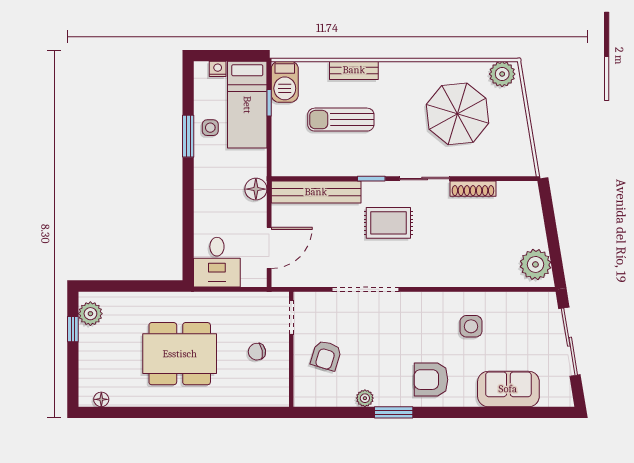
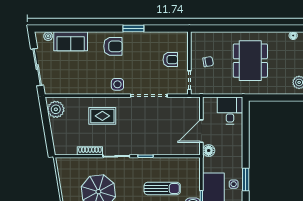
bench: (316, 192) -> (176, 149), removed
rug: (388, 223) -> (102, 116), moved
door: (269, 248) -> (201, 131), moved
side table: (471, 326) -> (117, 84), moved
dining table: (180, 354) -> (250, 61), turned 90
armchair: (326, 356) -> (170, 60), turned 73
plant: (365, 398) -> (48, 36), moved

